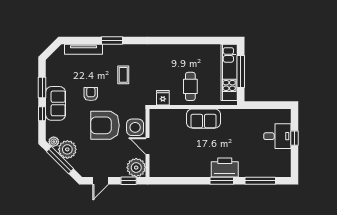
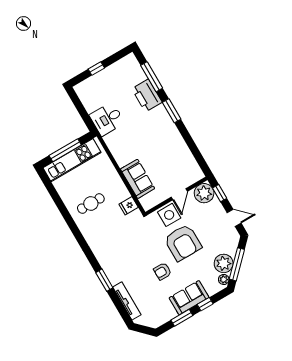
coffee table: (123, 75) -> (129, 253), removed
cafe table: (190, 86) -> (91, 204), moved
sofa: (204, 119) -> (138, 179), moved
desk: (277, 136) -> (107, 119), moved, turned -90
printer: (225, 167) -> (147, 96), moved

